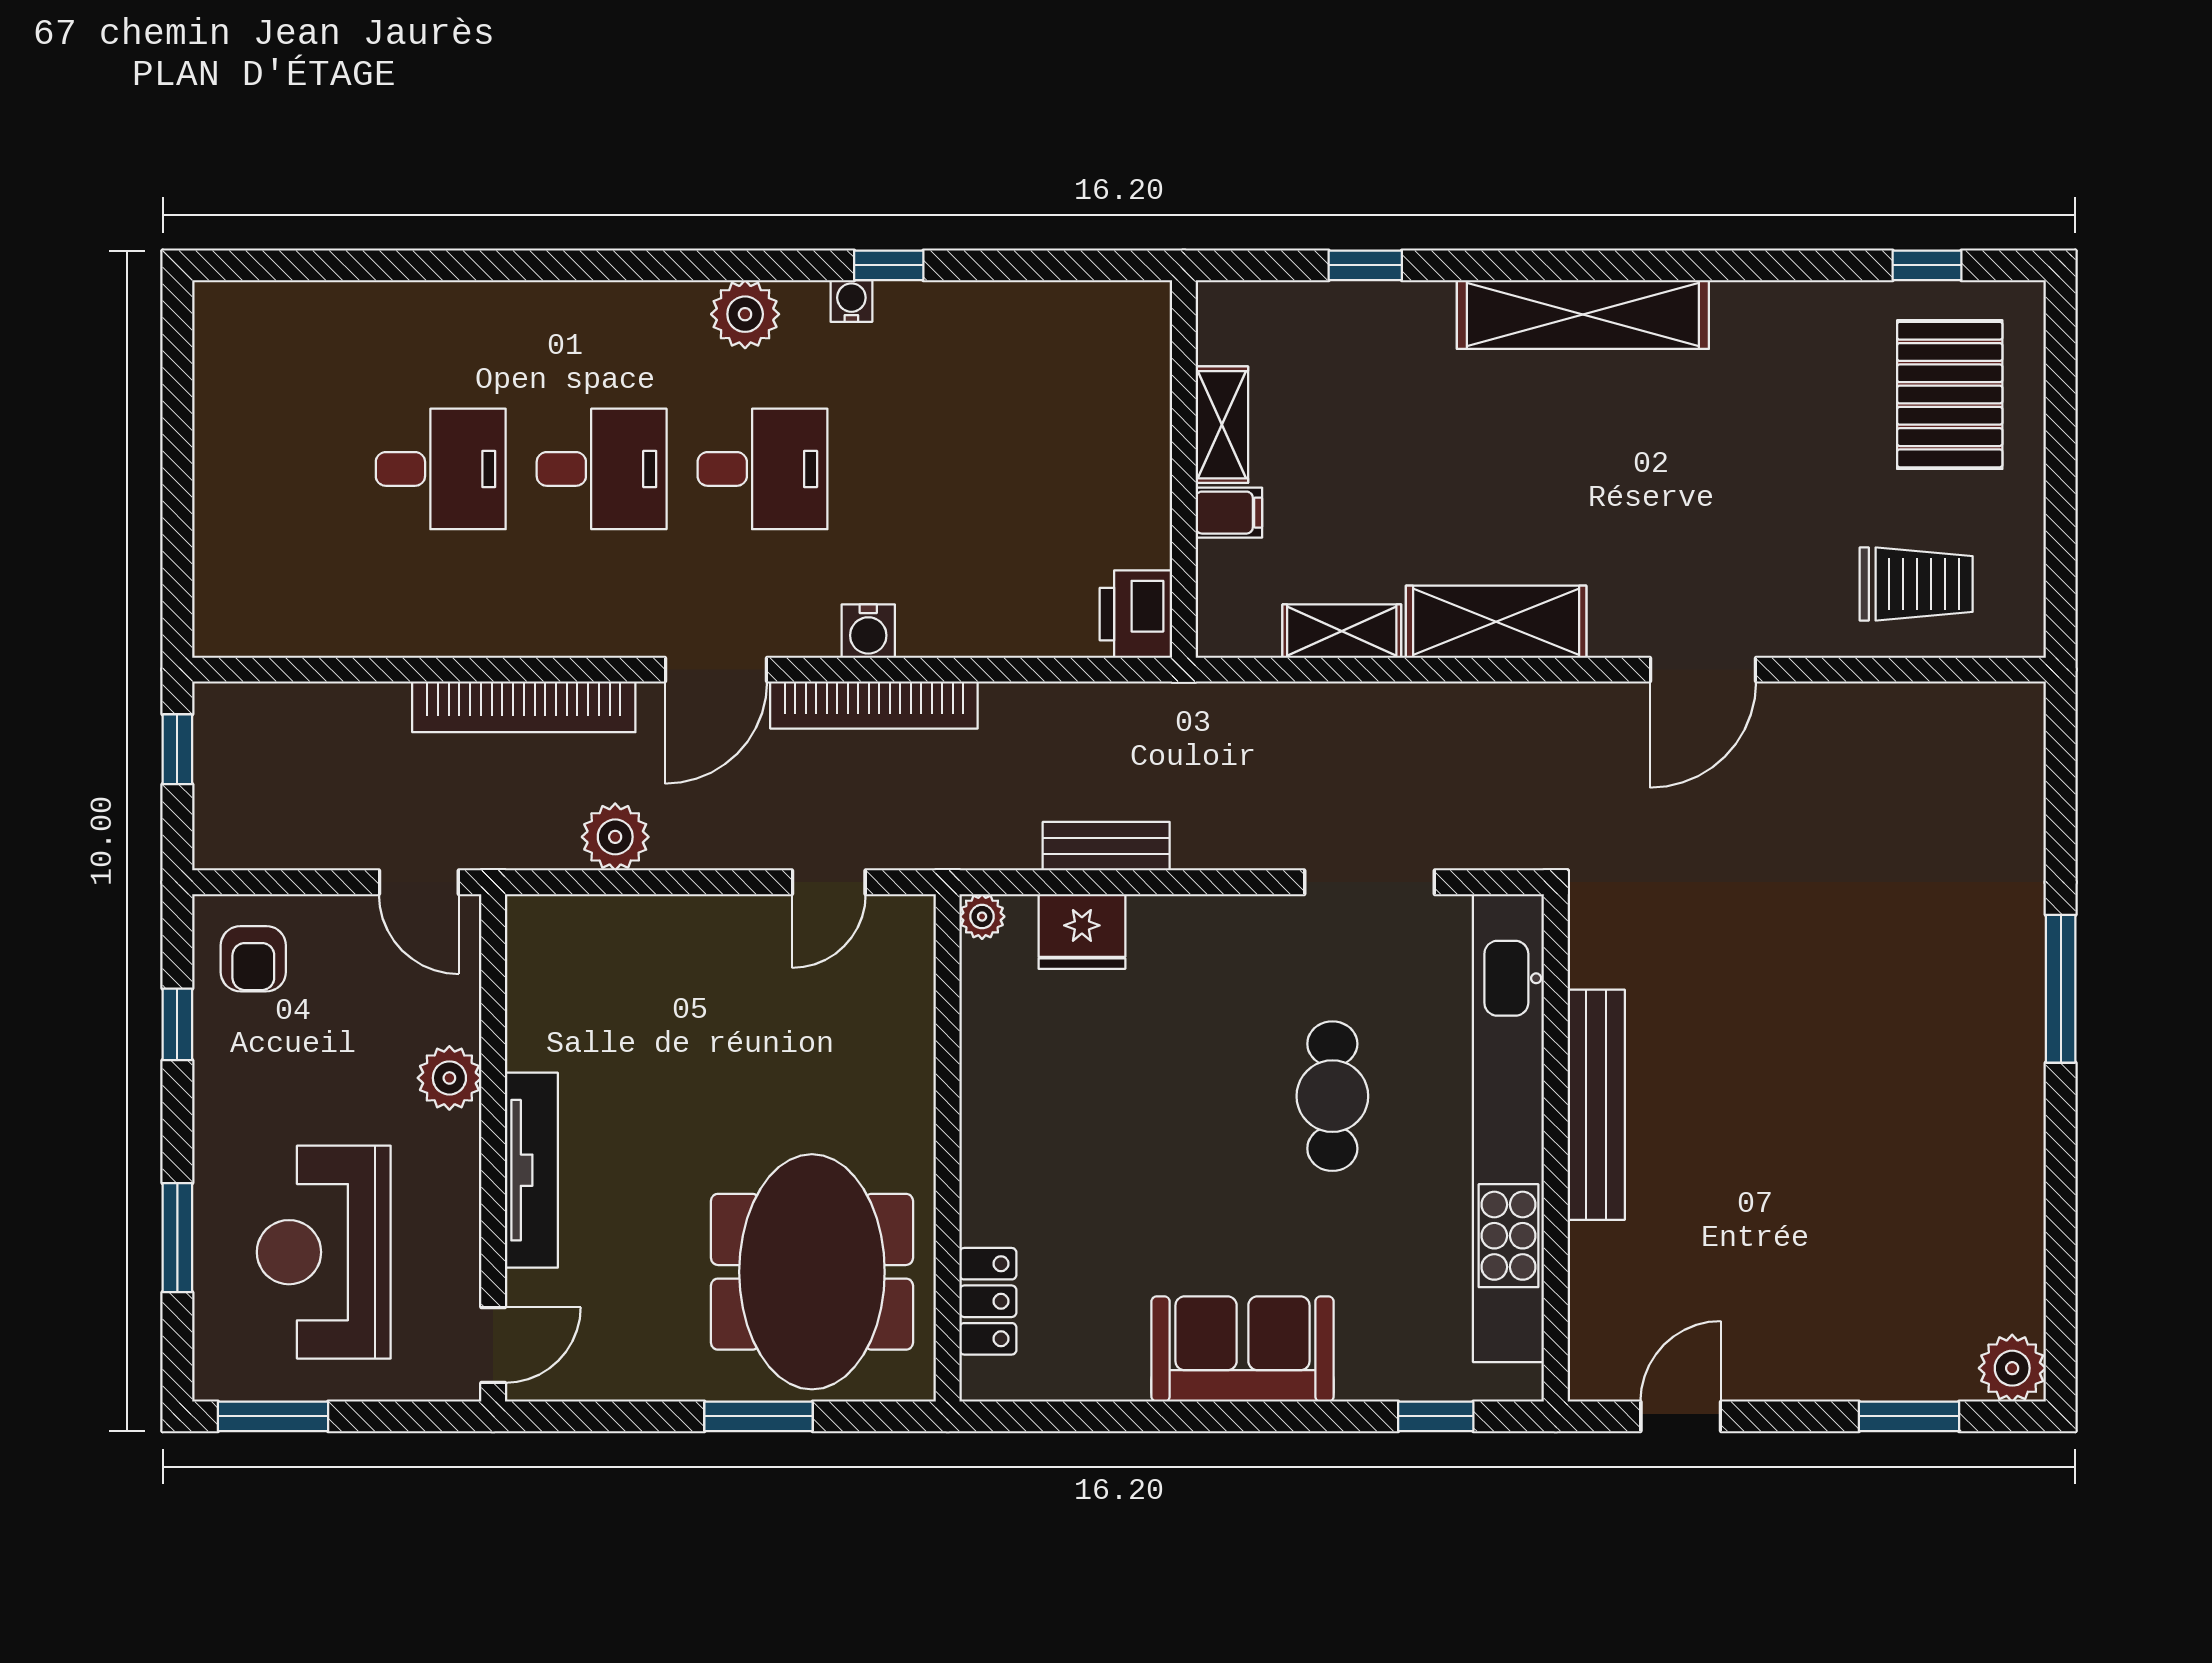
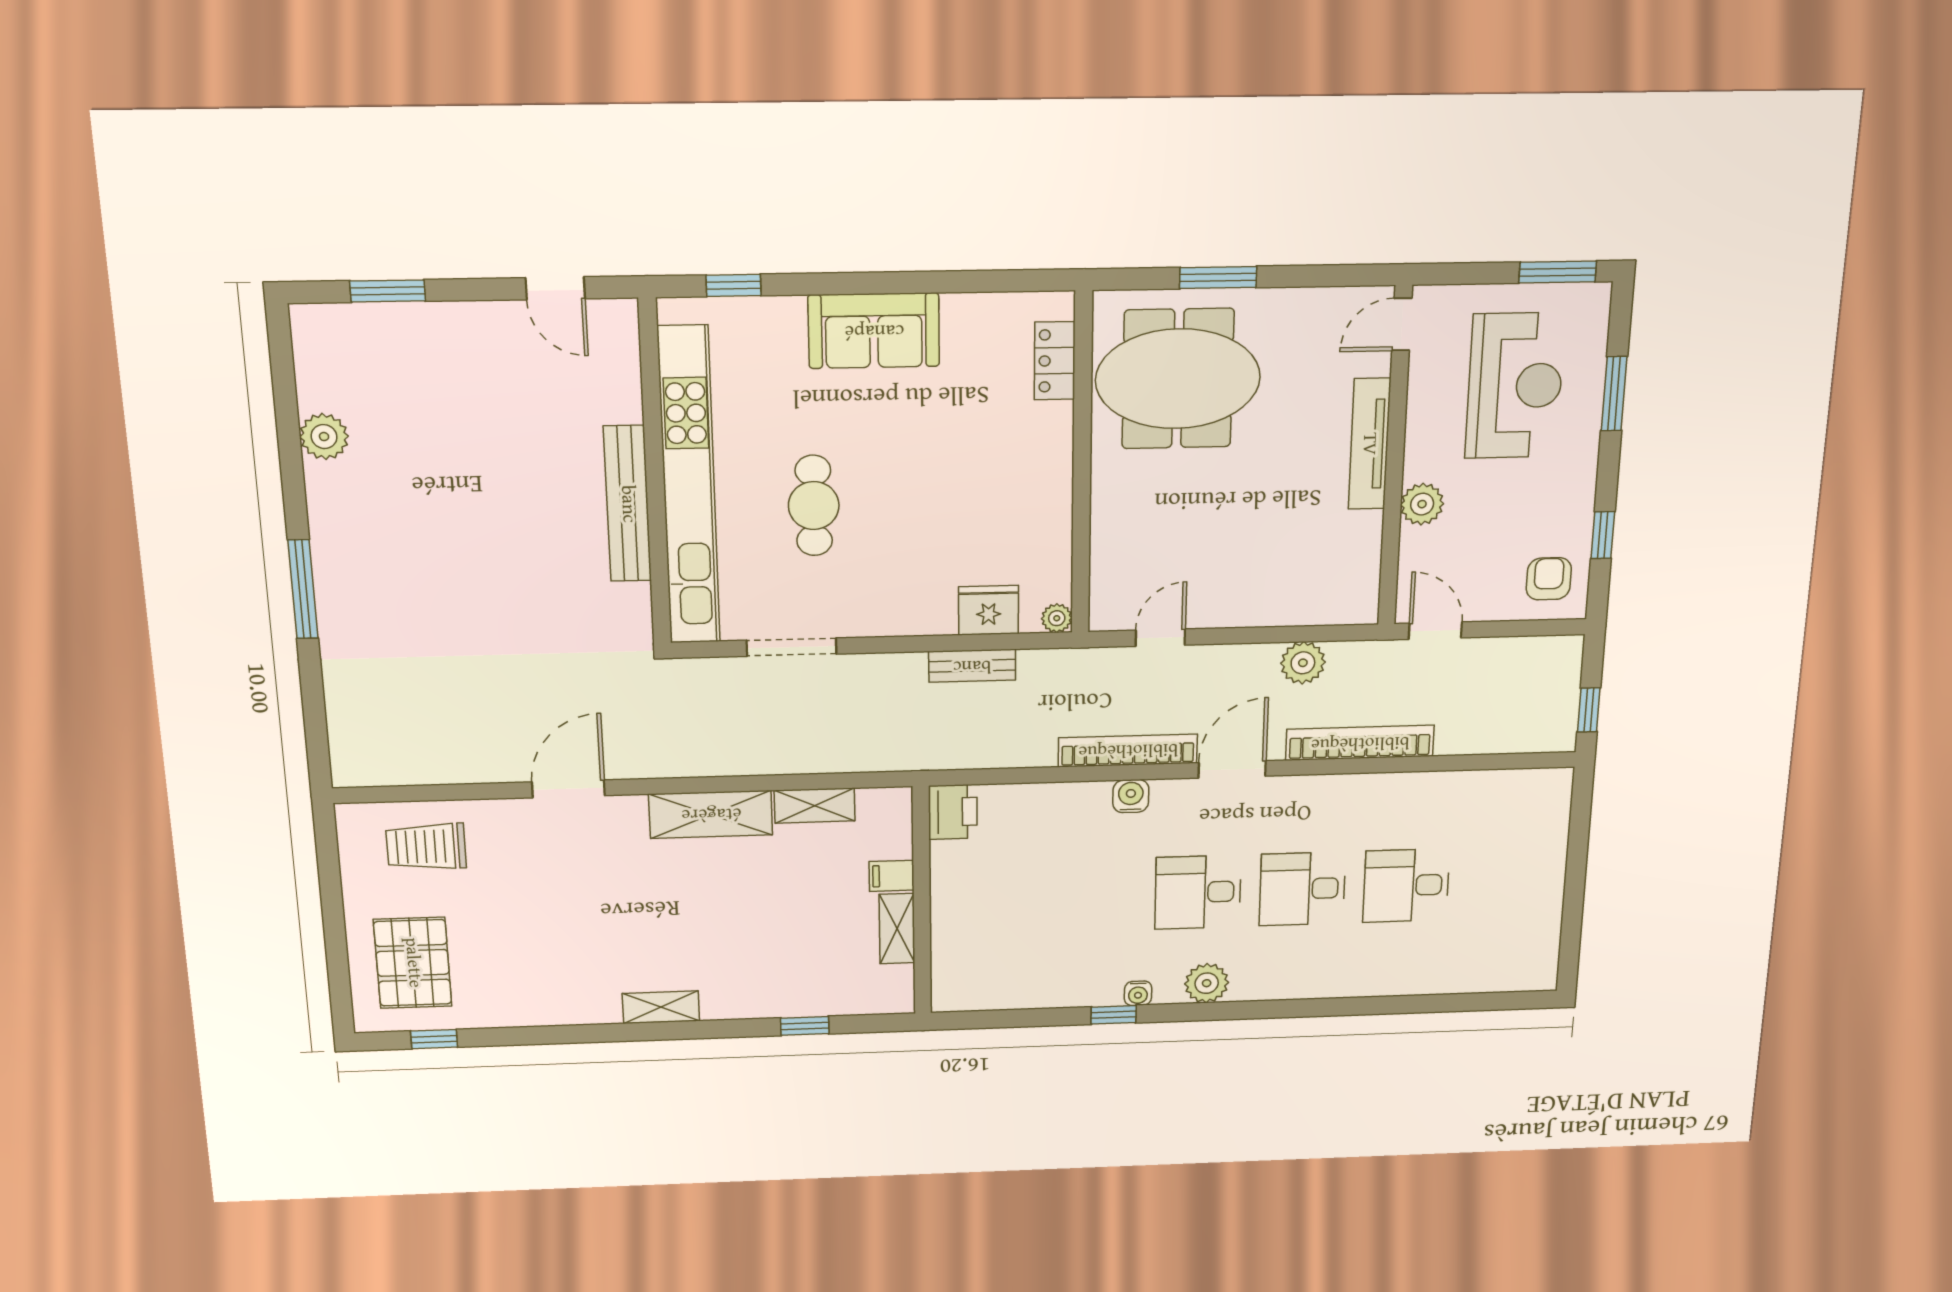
shelving: (1583, 314) -> (661, 1007), width x0.45, depth x0.75
meeting table: (812, 1272) -> (1178, 379), turned 90
plant: (2012, 1368) -> (324, 437), moved
door: (1681, 1416) -> (555, 288), hinge flipped

